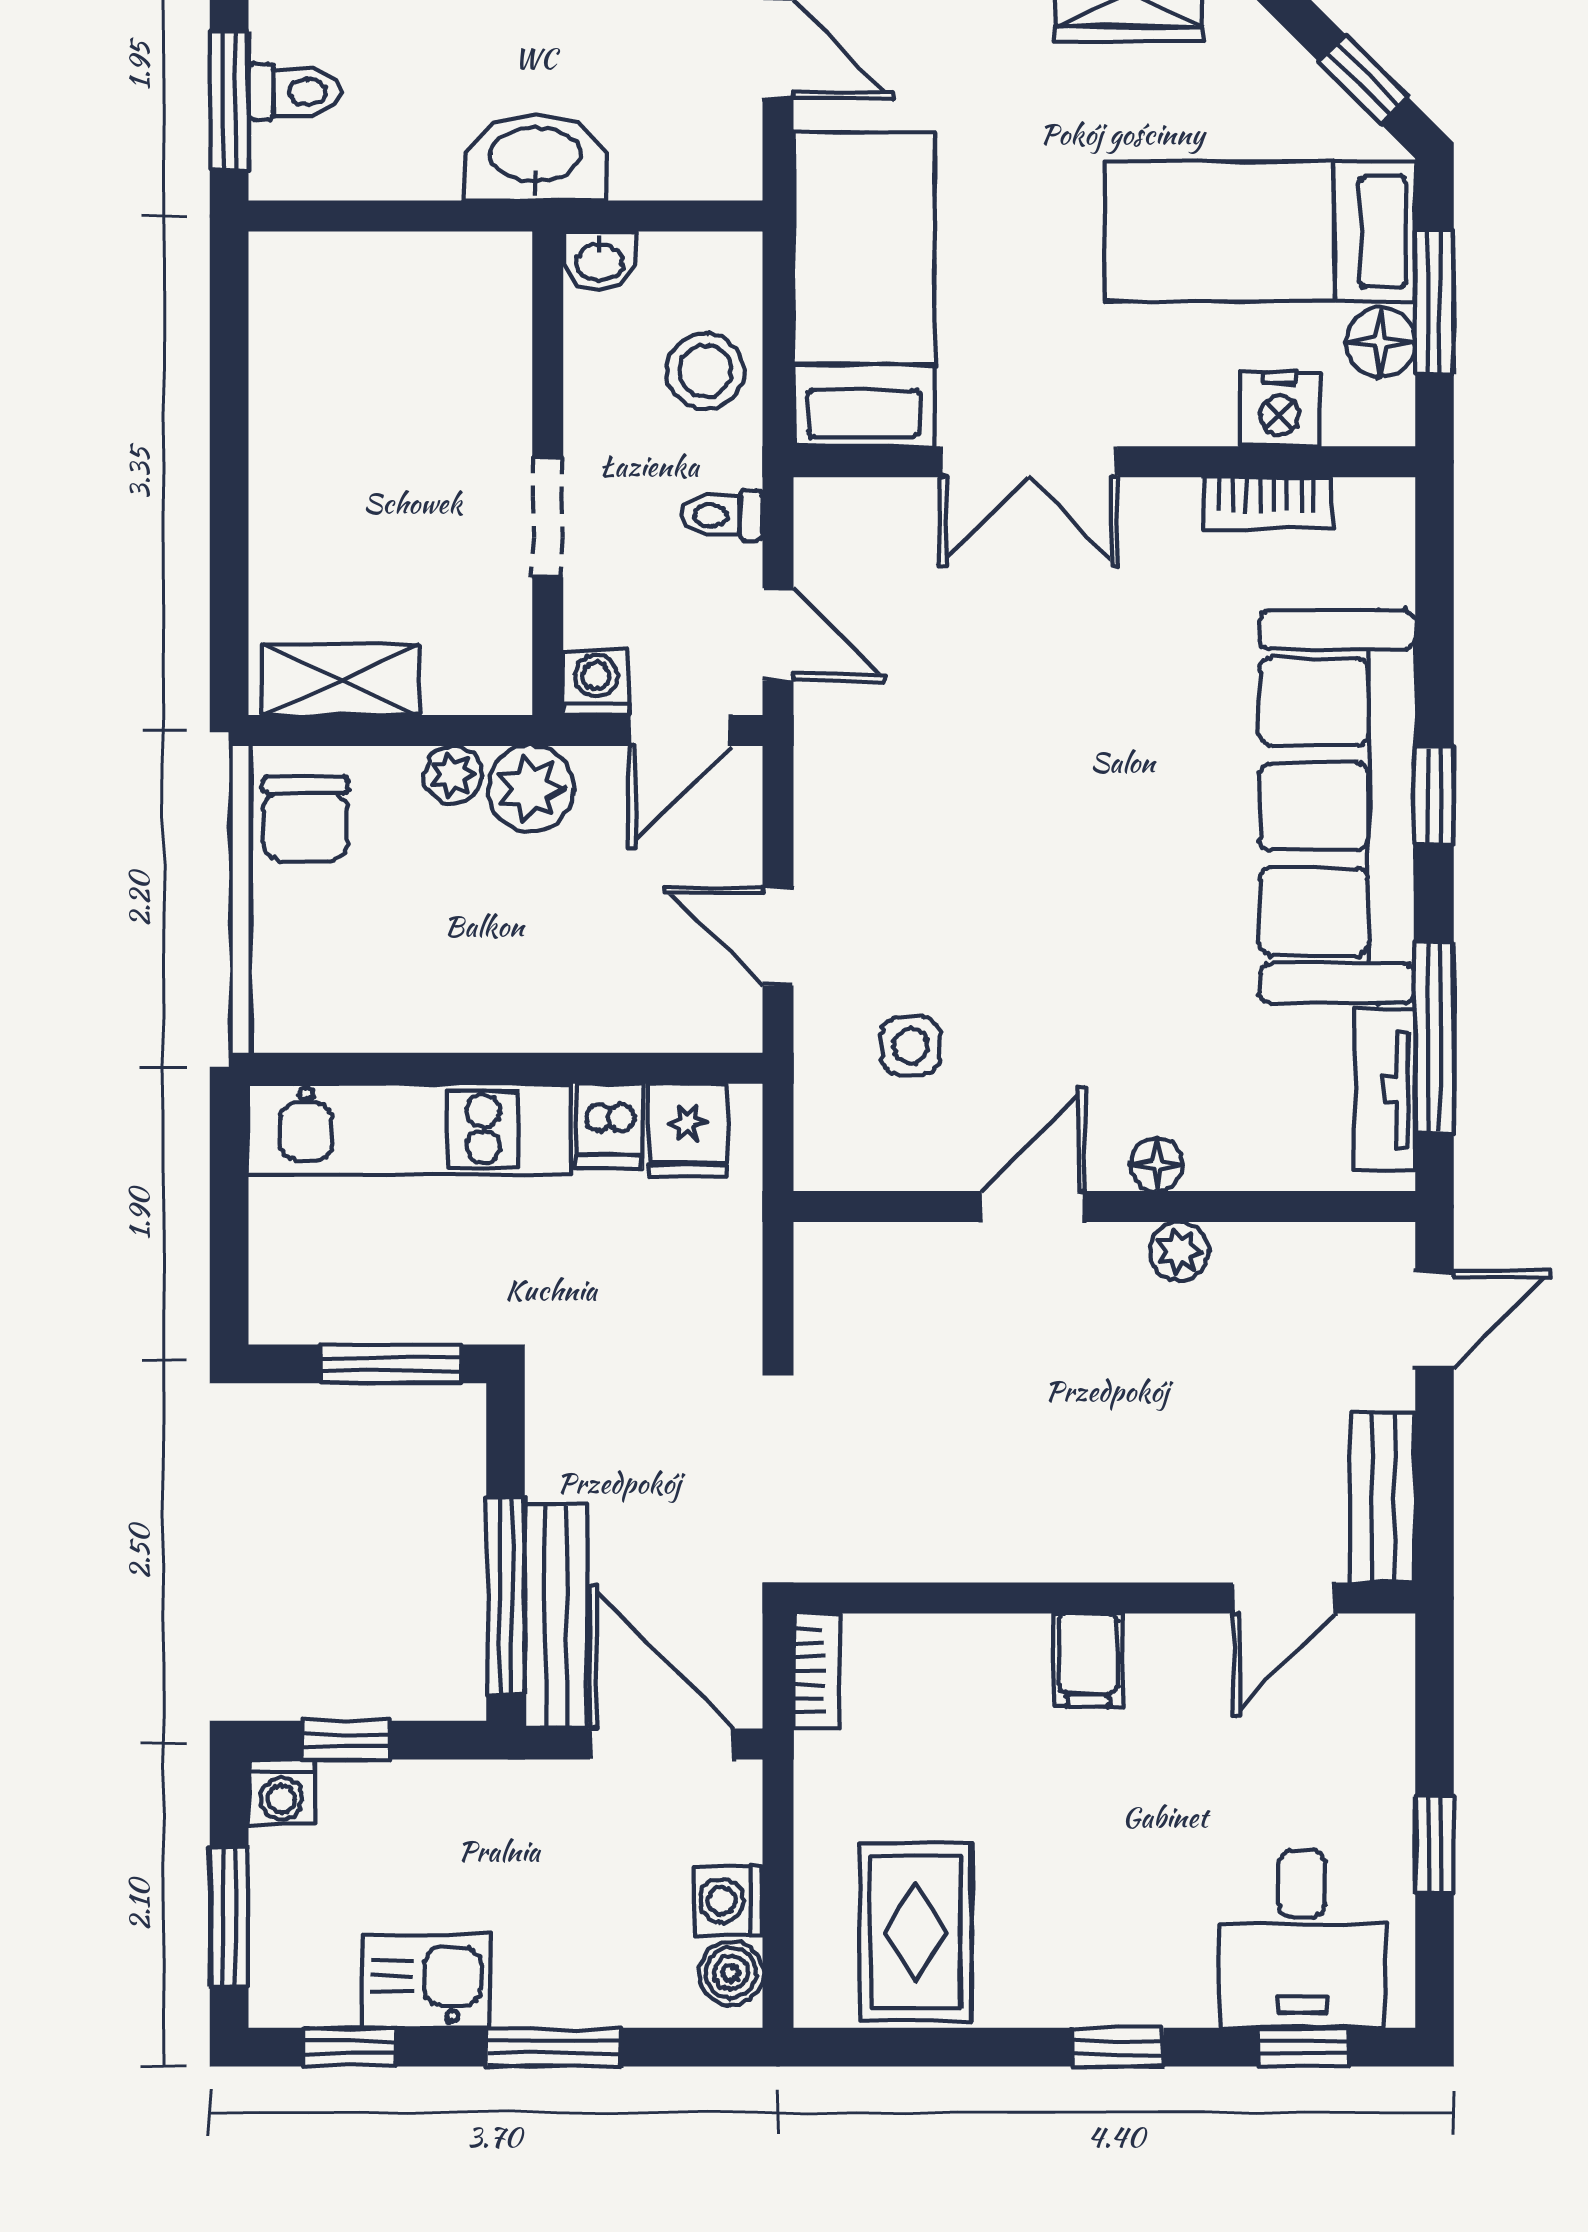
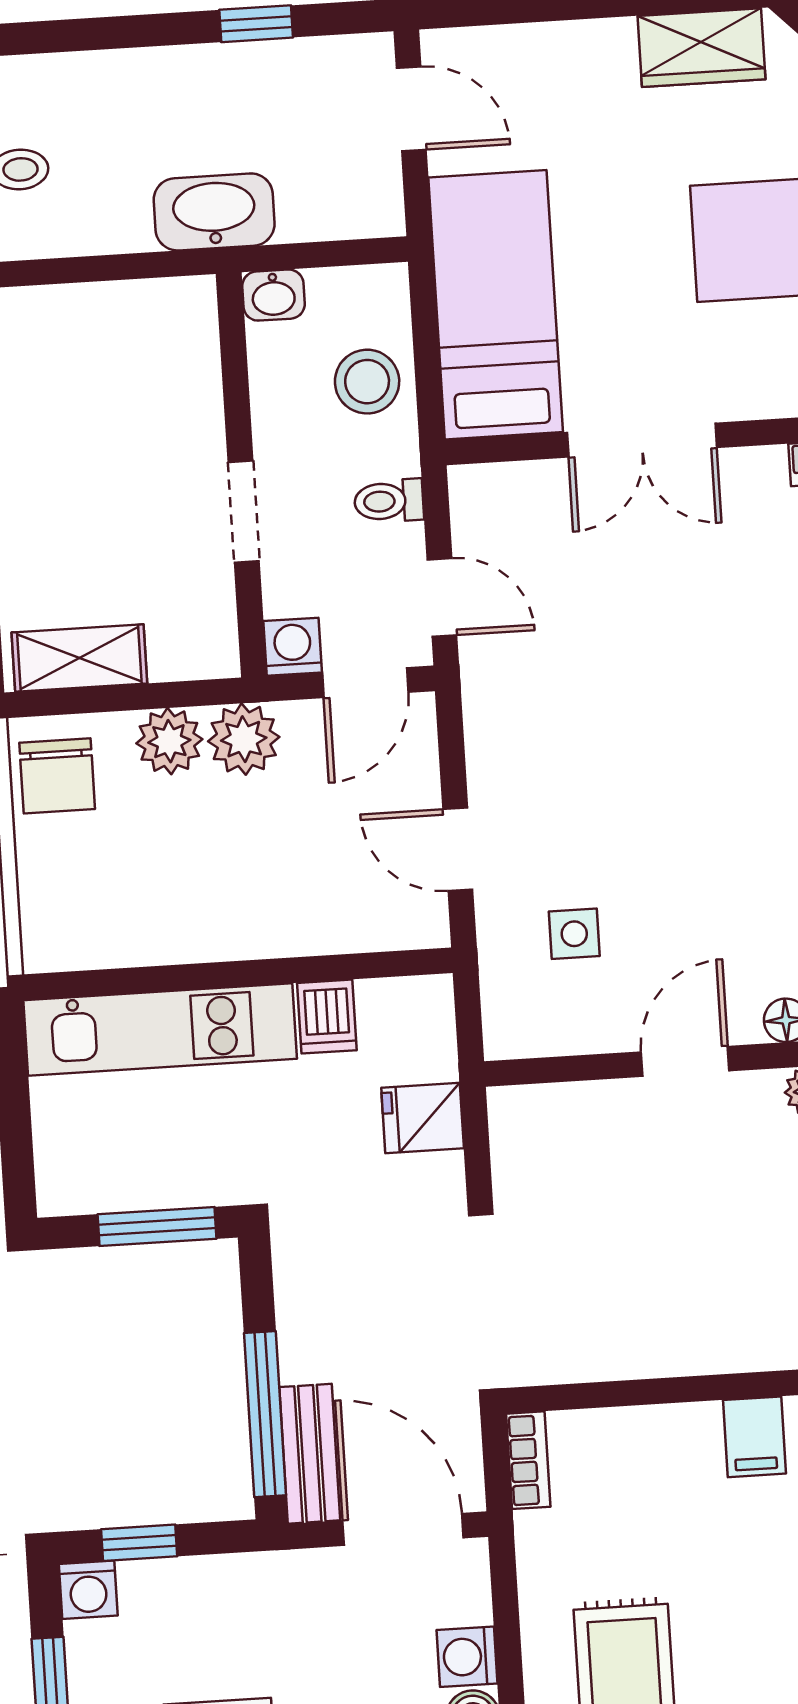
plant: (453, 775) -> (169, 741), width x1.38, depth x1.38
fridge: (688, 1131) -> (423, 1118), moved, turned 90
bench: (556, 1617) -> (310, 1454), width x0.73

